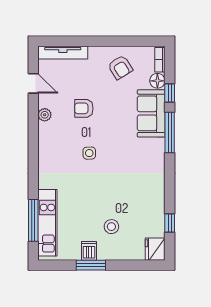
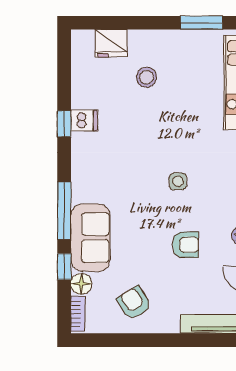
window: (170, 223) -> (64, 124), moved
fridge: (155, 249) -> (111, 43), moved, turned 90
dishwasher: (89, 251) -> (84, 120), moved, turned -90
window: (91, 265) -> (201, 23), moved

